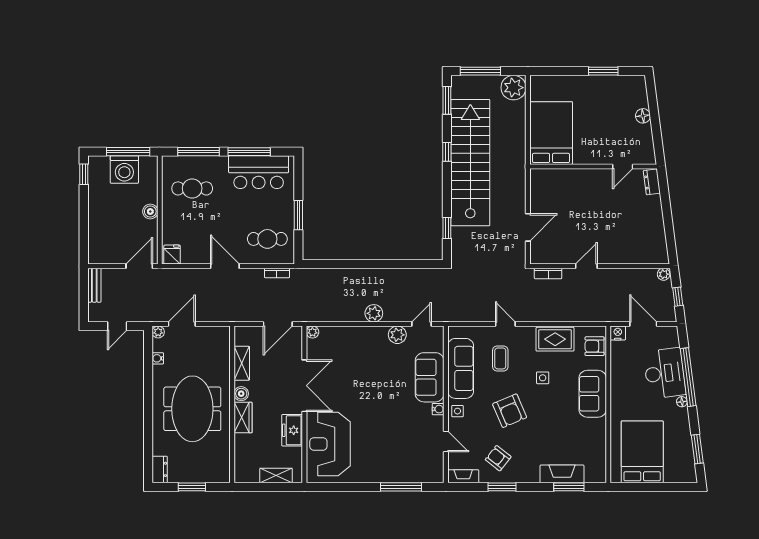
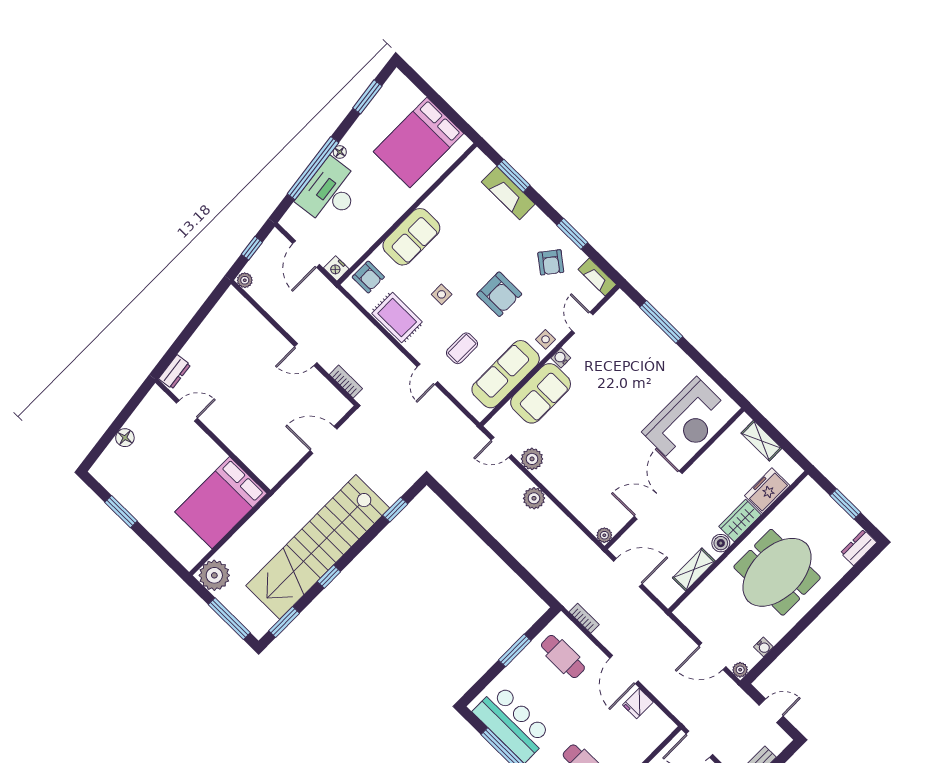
fridge: (172, 255) -> (638, 704), moved
armchair: (510, 411) -> (499, 294), turned 113
freezer: (292, 430) -> (767, 491), moved, turned 180

